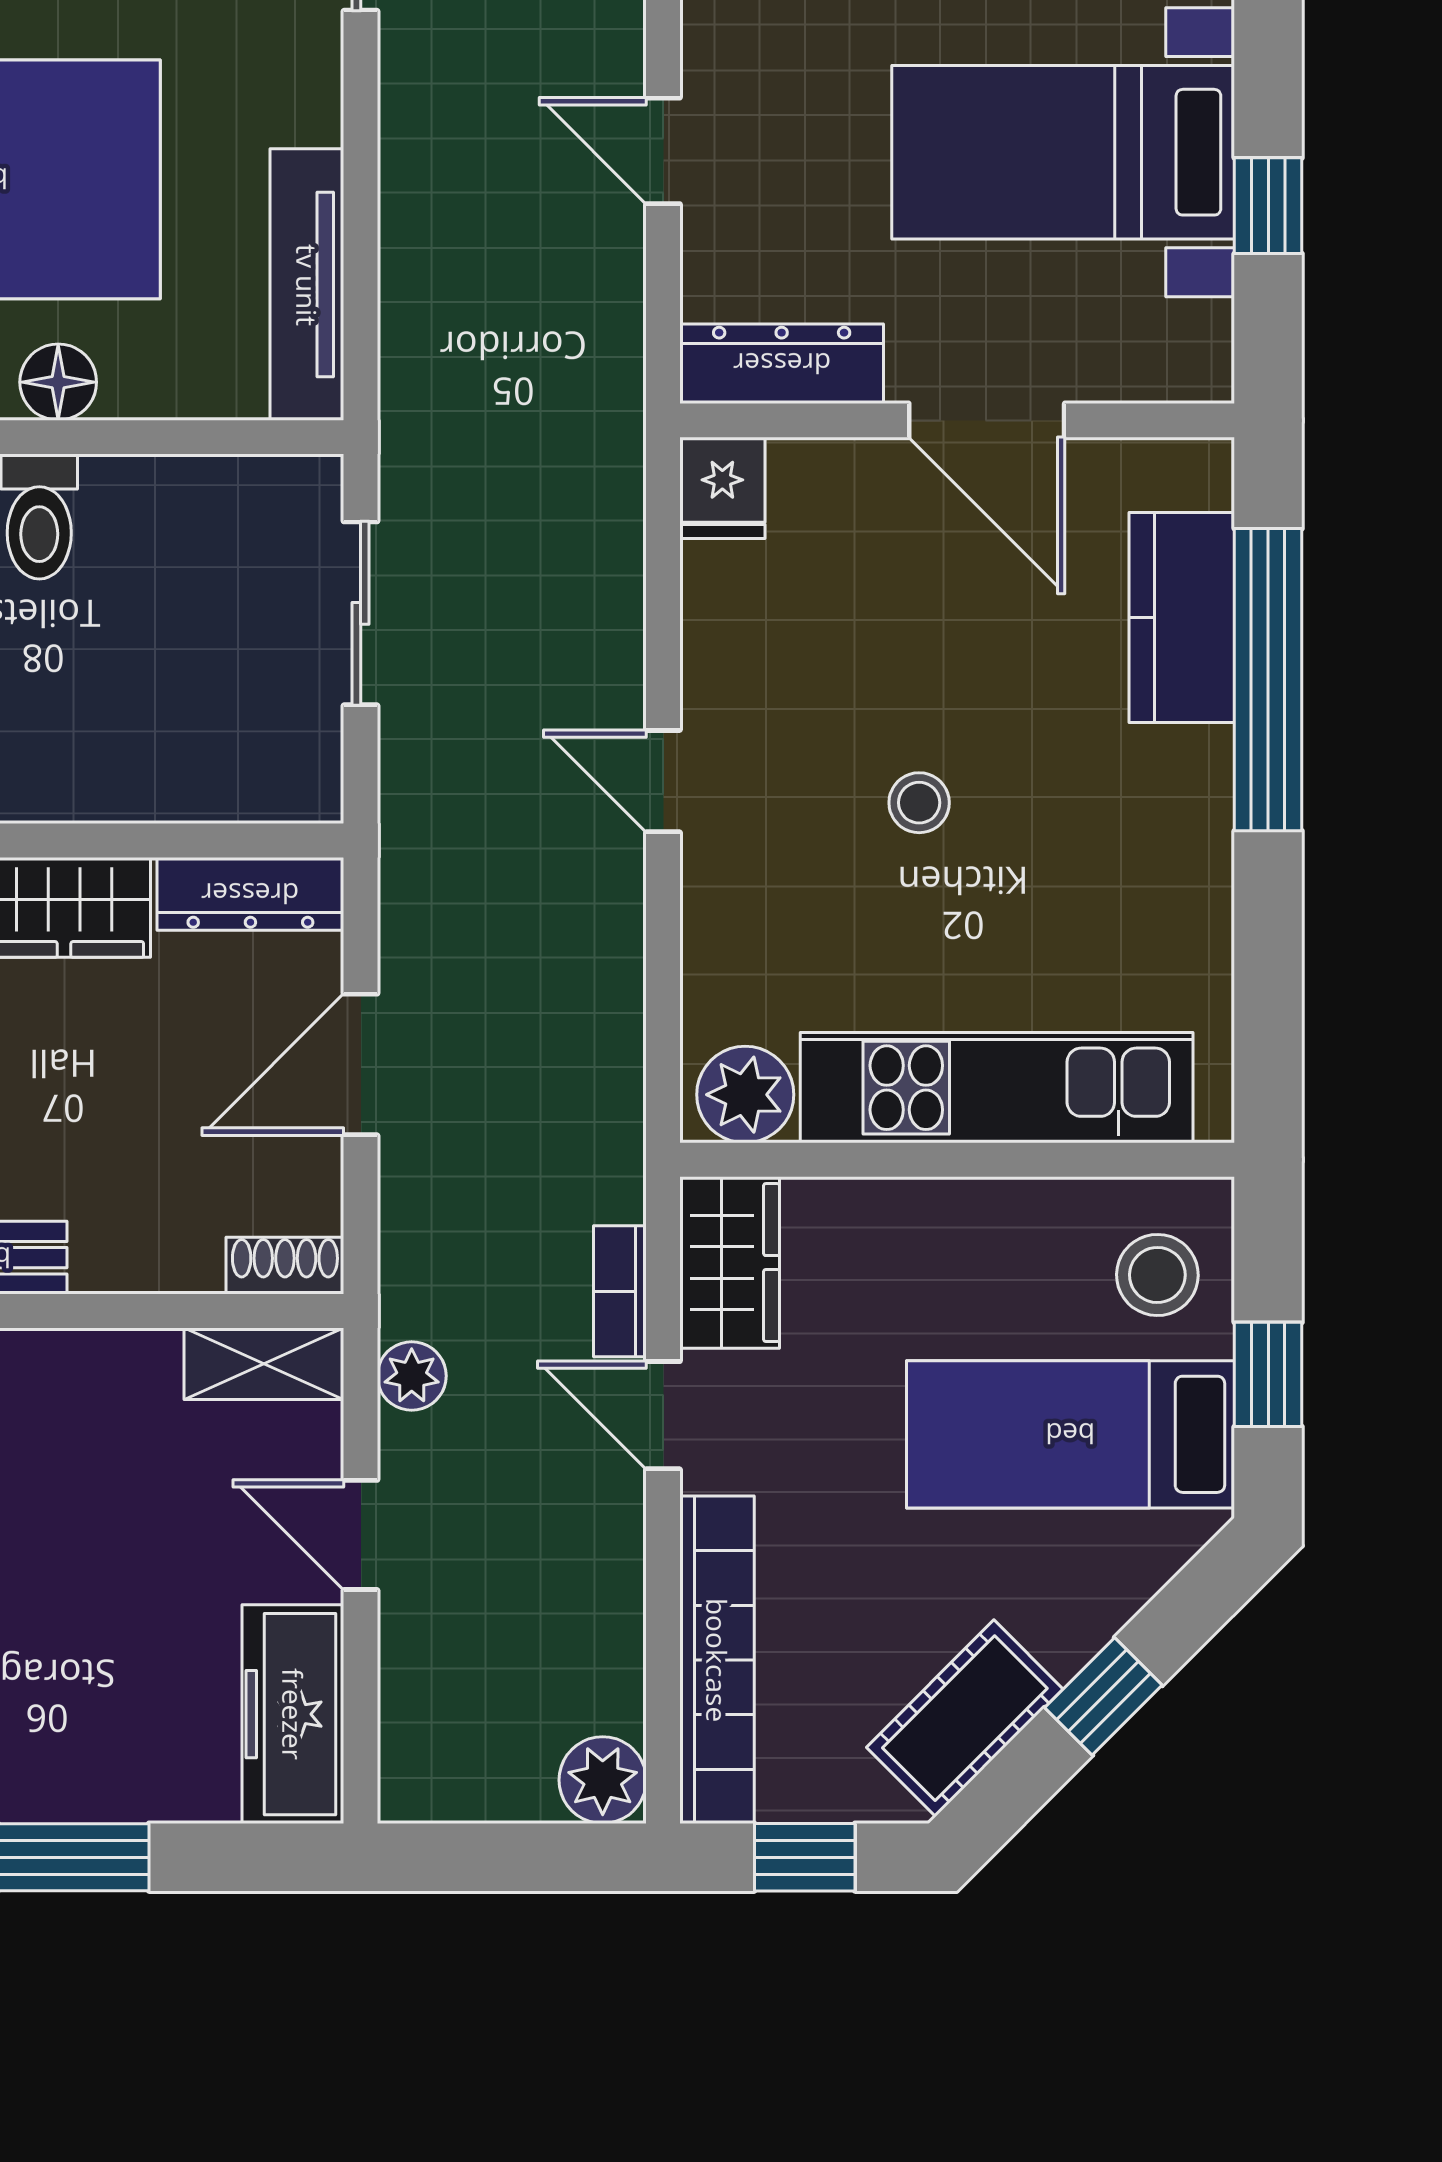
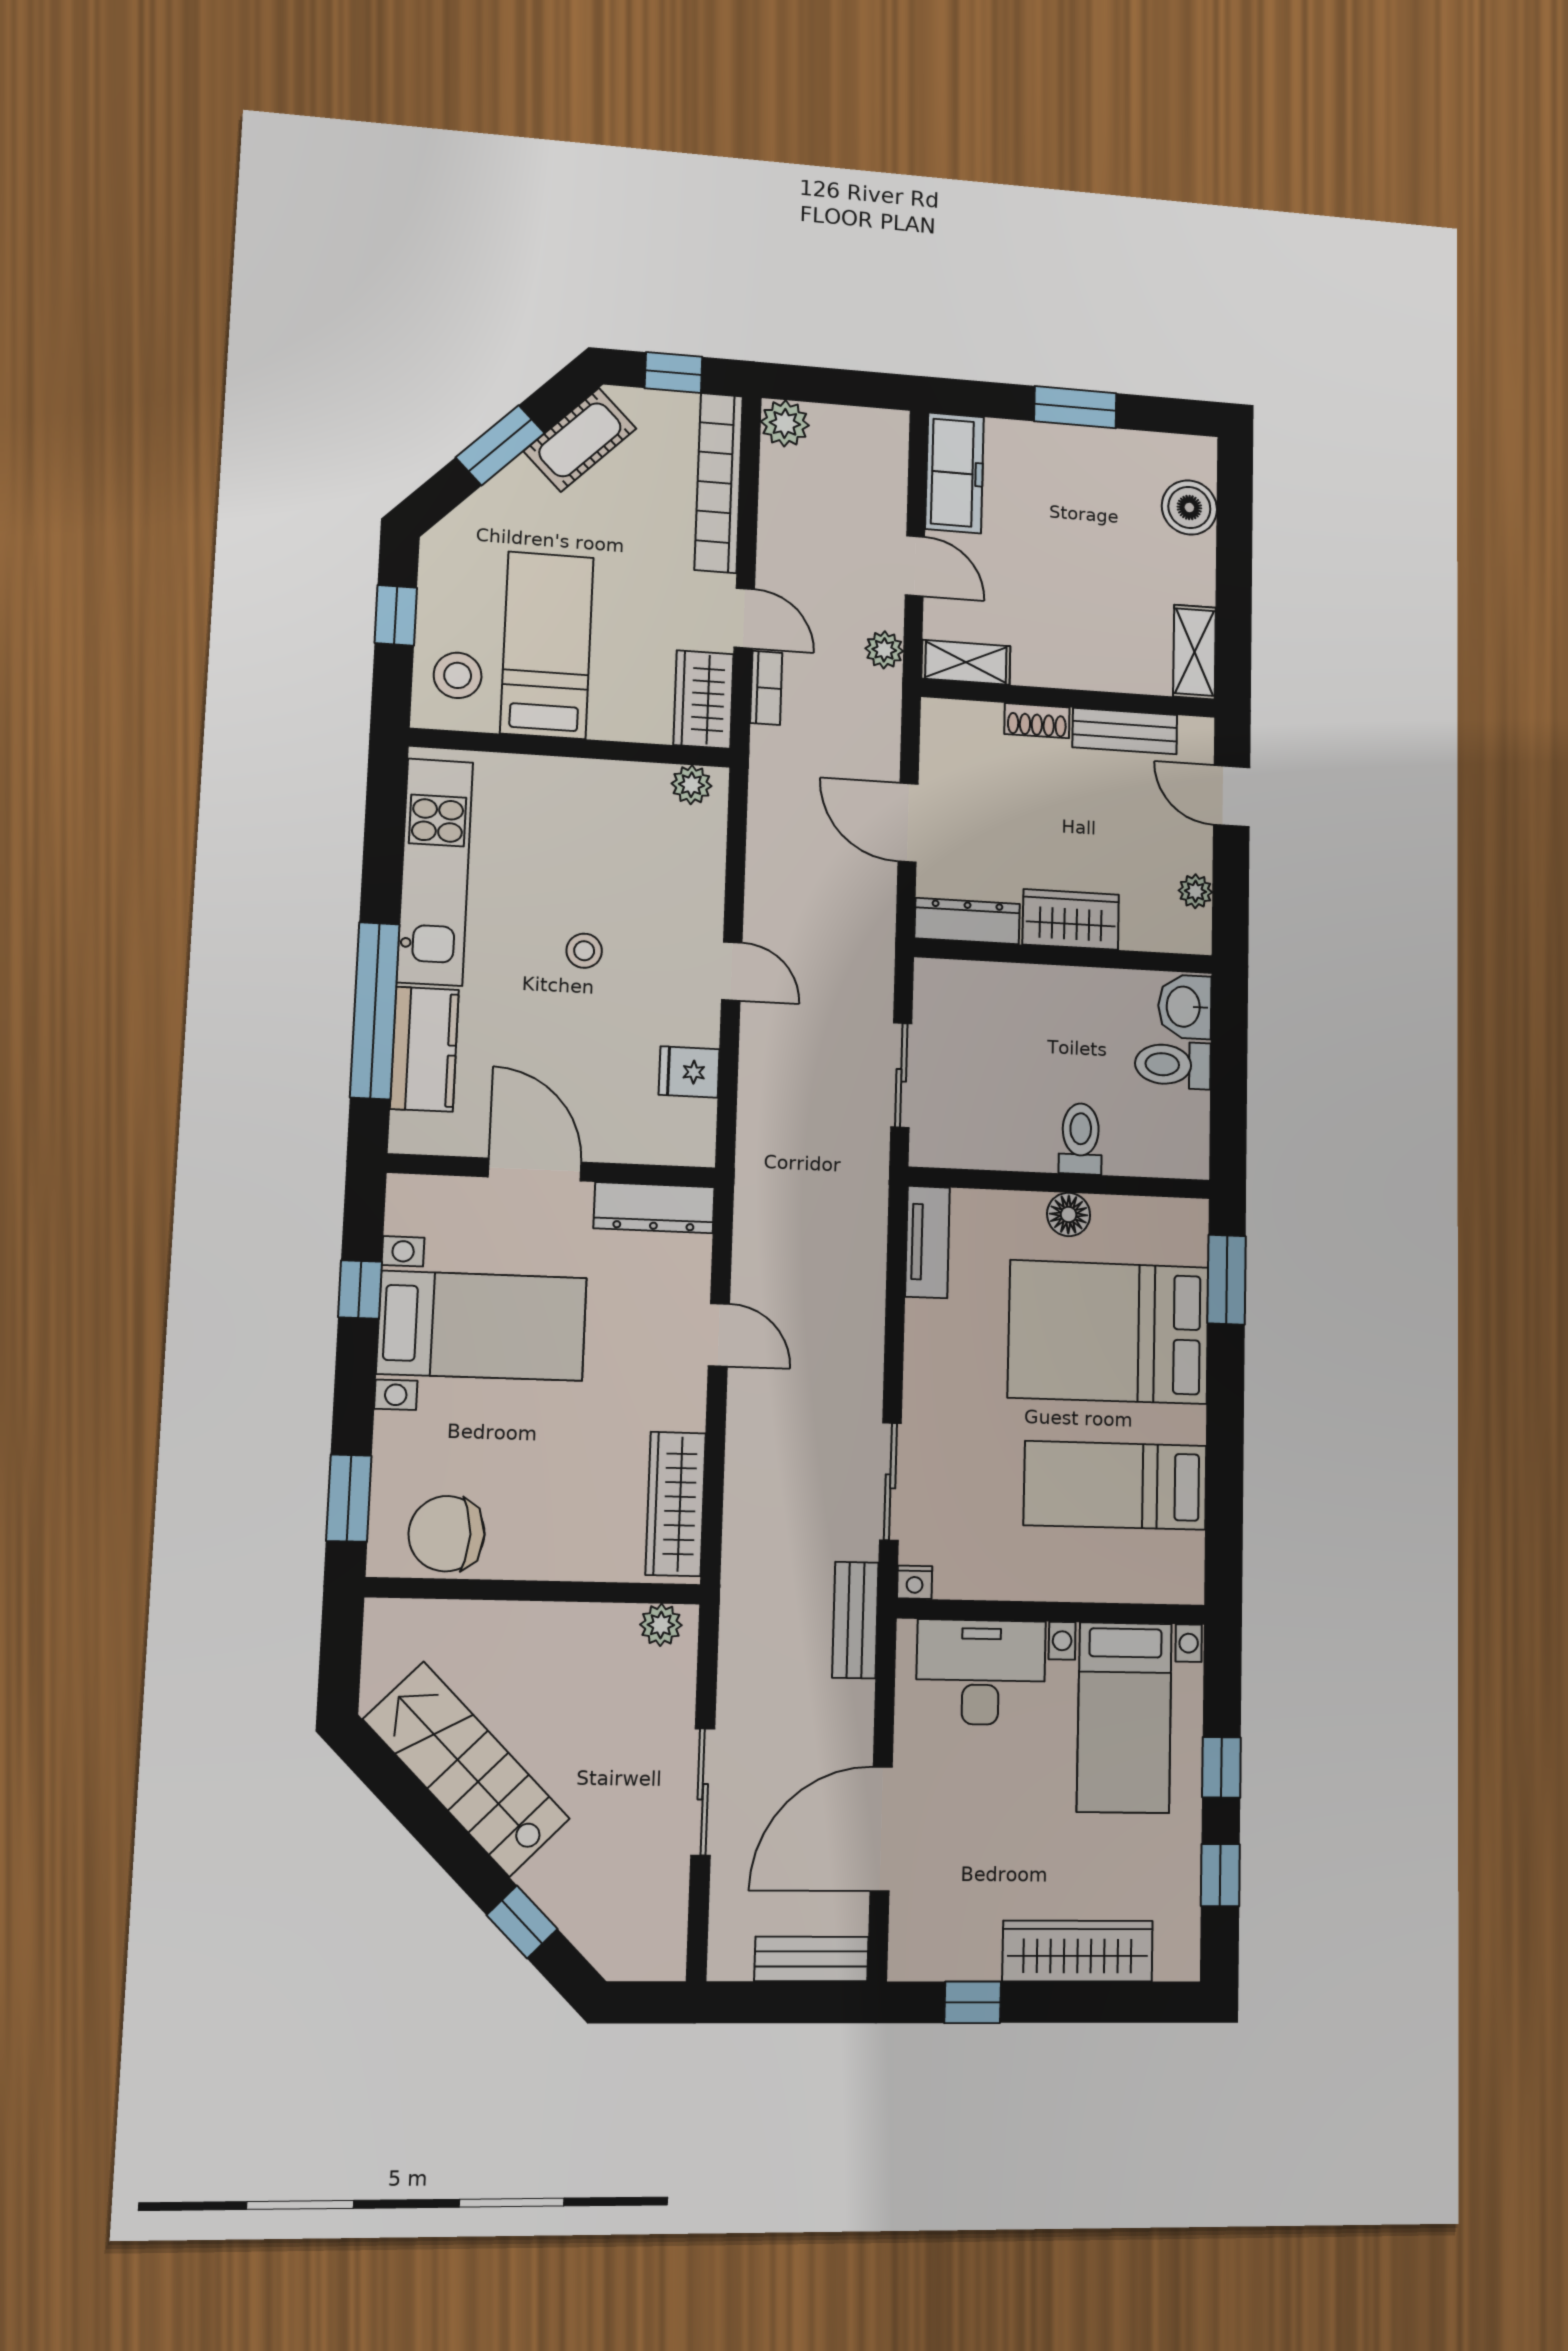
tv unit: (307, 285) -> (927, 1242), width x0.71
fridge: (722, 488) -> (689, 1072), moved, turned -90
door: (361, 1064) -> (908, 823), swing flipped
kitchen unit: (997, 1088) -> (435, 872), moved, turned -90
plant: (745, 1095) -> (691, 785), width x0.73, depth x0.73
shoe rack: (285, 1266) -> (1037, 721), moved
bed: (1070, 1434) -> (547, 645), moved, turned -90
window: (1103, 1696) -> (500, 445), width x1.50

